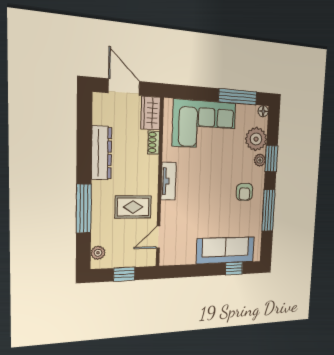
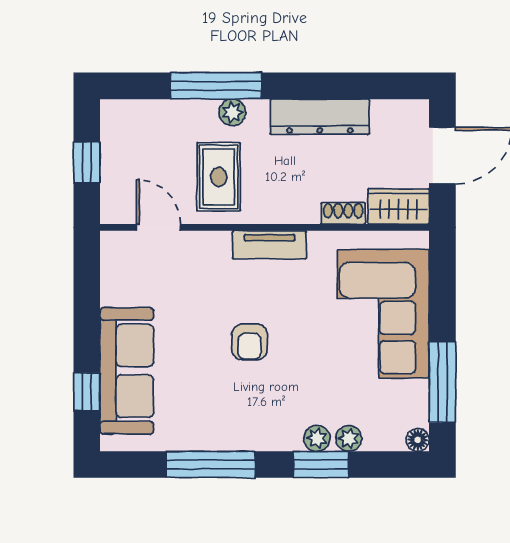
plant: (256, 139) -> (349, 438), width x0.53, depth x0.53
armchair: (244, 192) -> (249, 342), moved, turned -90
plant: (98, 253) -> (232, 112), moved

